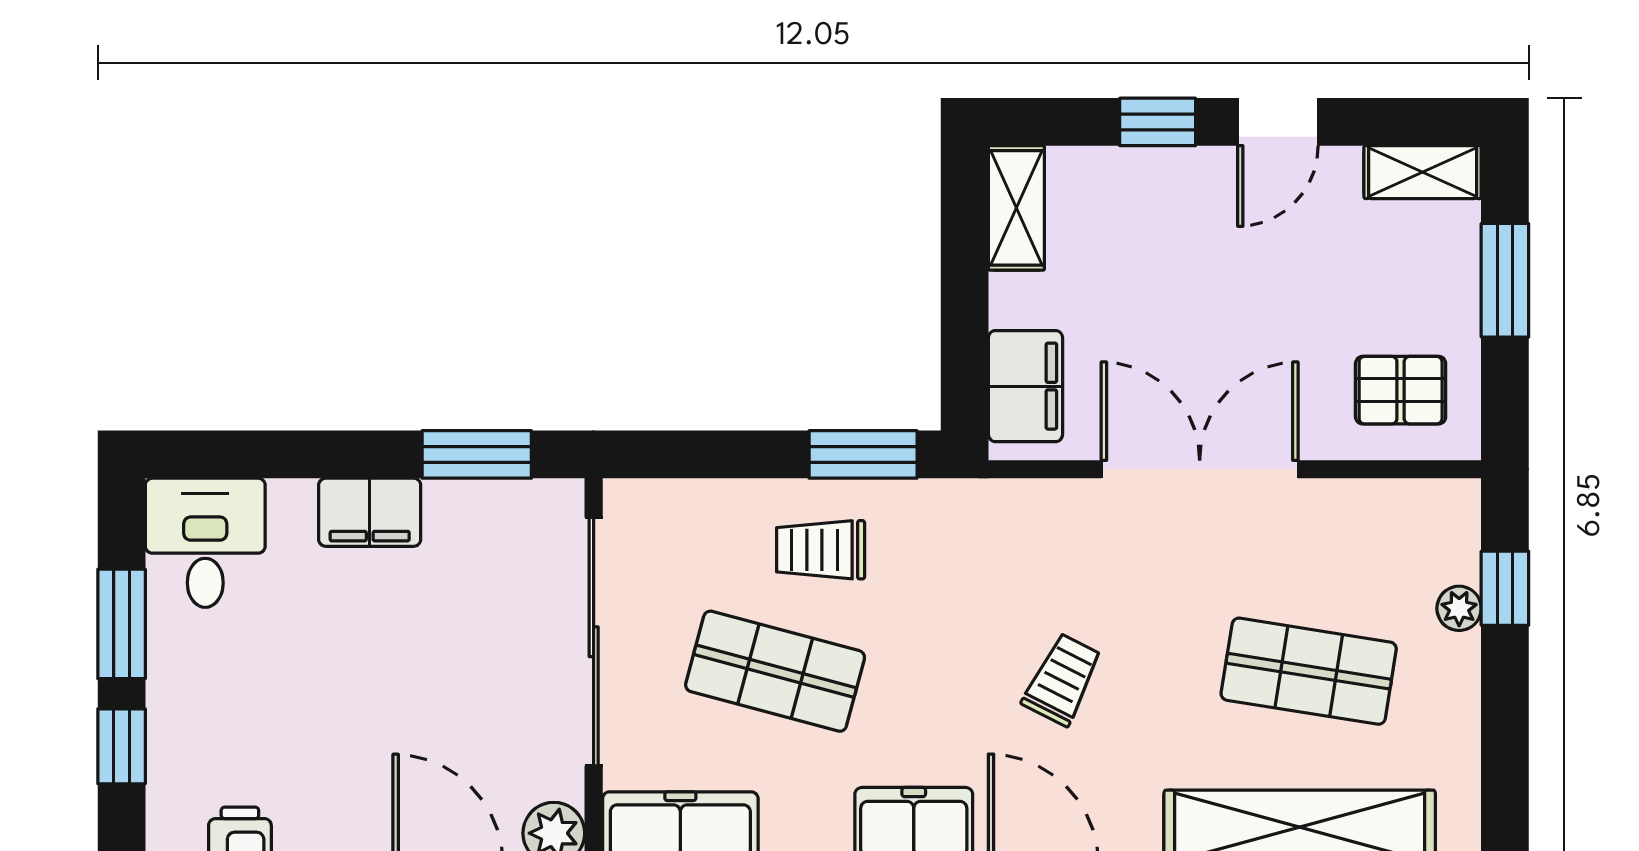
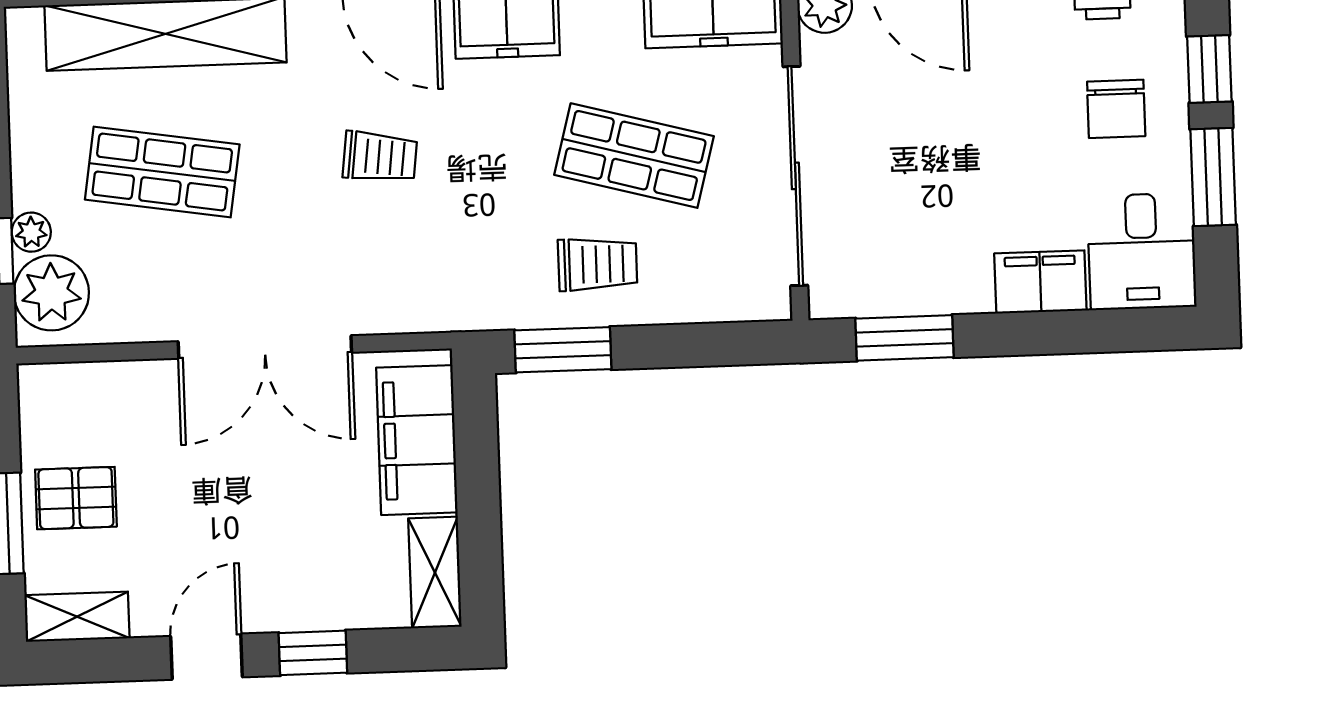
filing cabinet: (1025, 386) -> (417, 440), width x1.50, depth x1.17
pallet: (1401, 390) -> (76, 498), moved
filing cabinet: (370, 512) -> (1040, 282), moved
plant: (1439, 539) -> (51, 293), added
trolley: (1062, 680) -> (380, 157), turned -110
chair: (228, 705) -> (1116, 109), added

